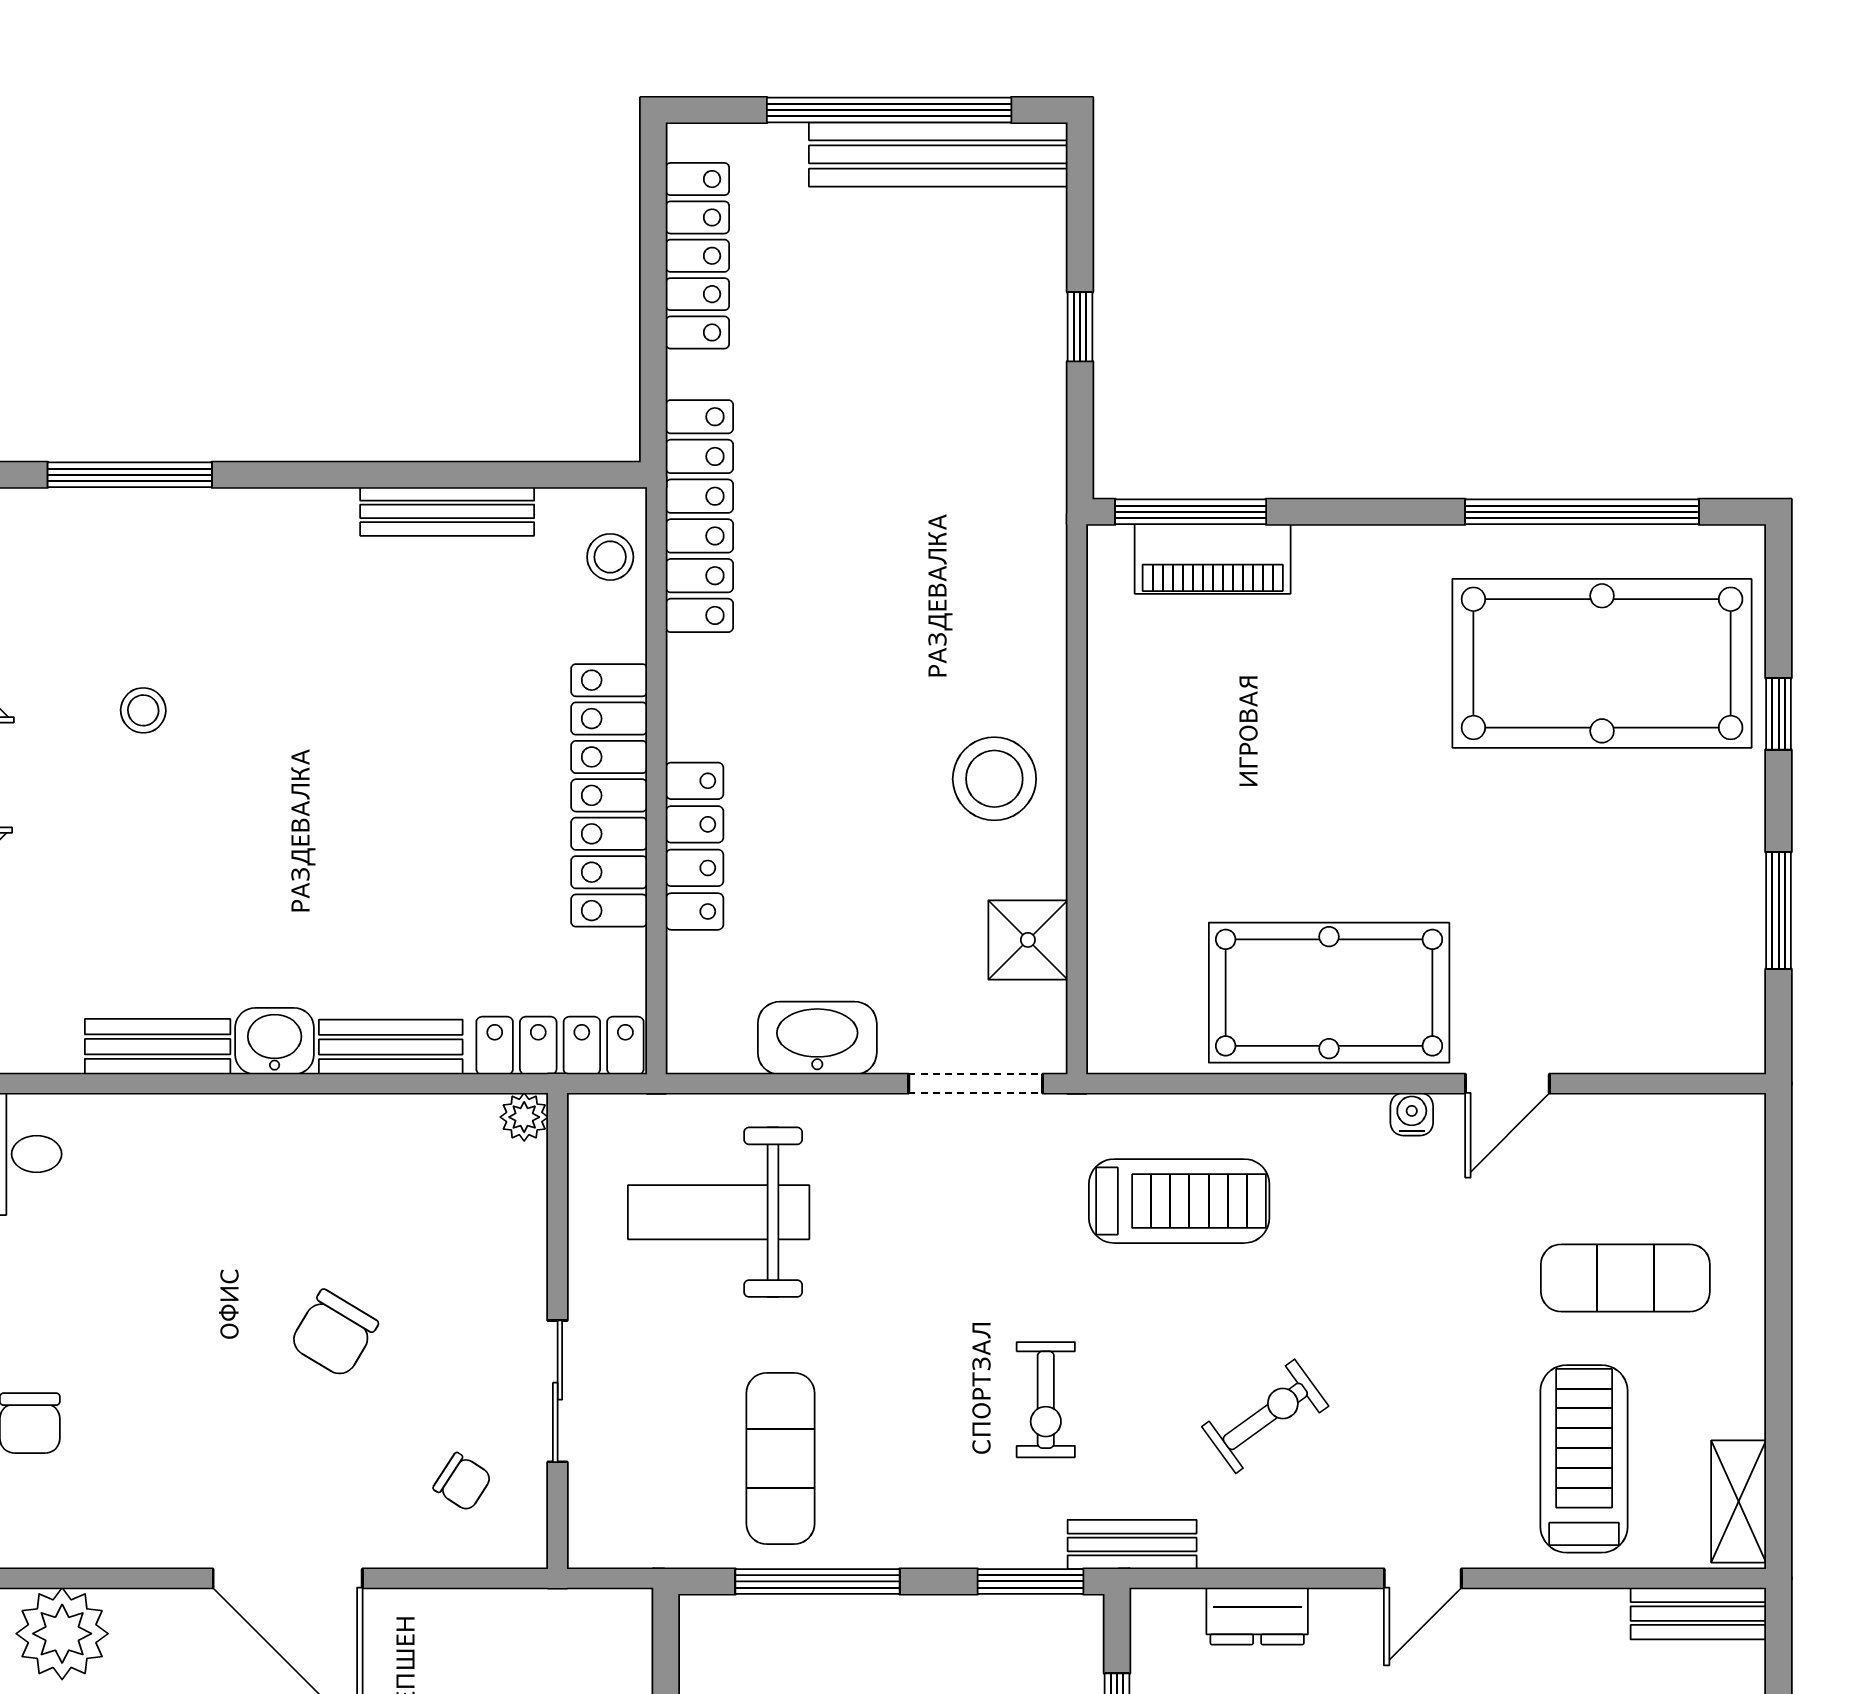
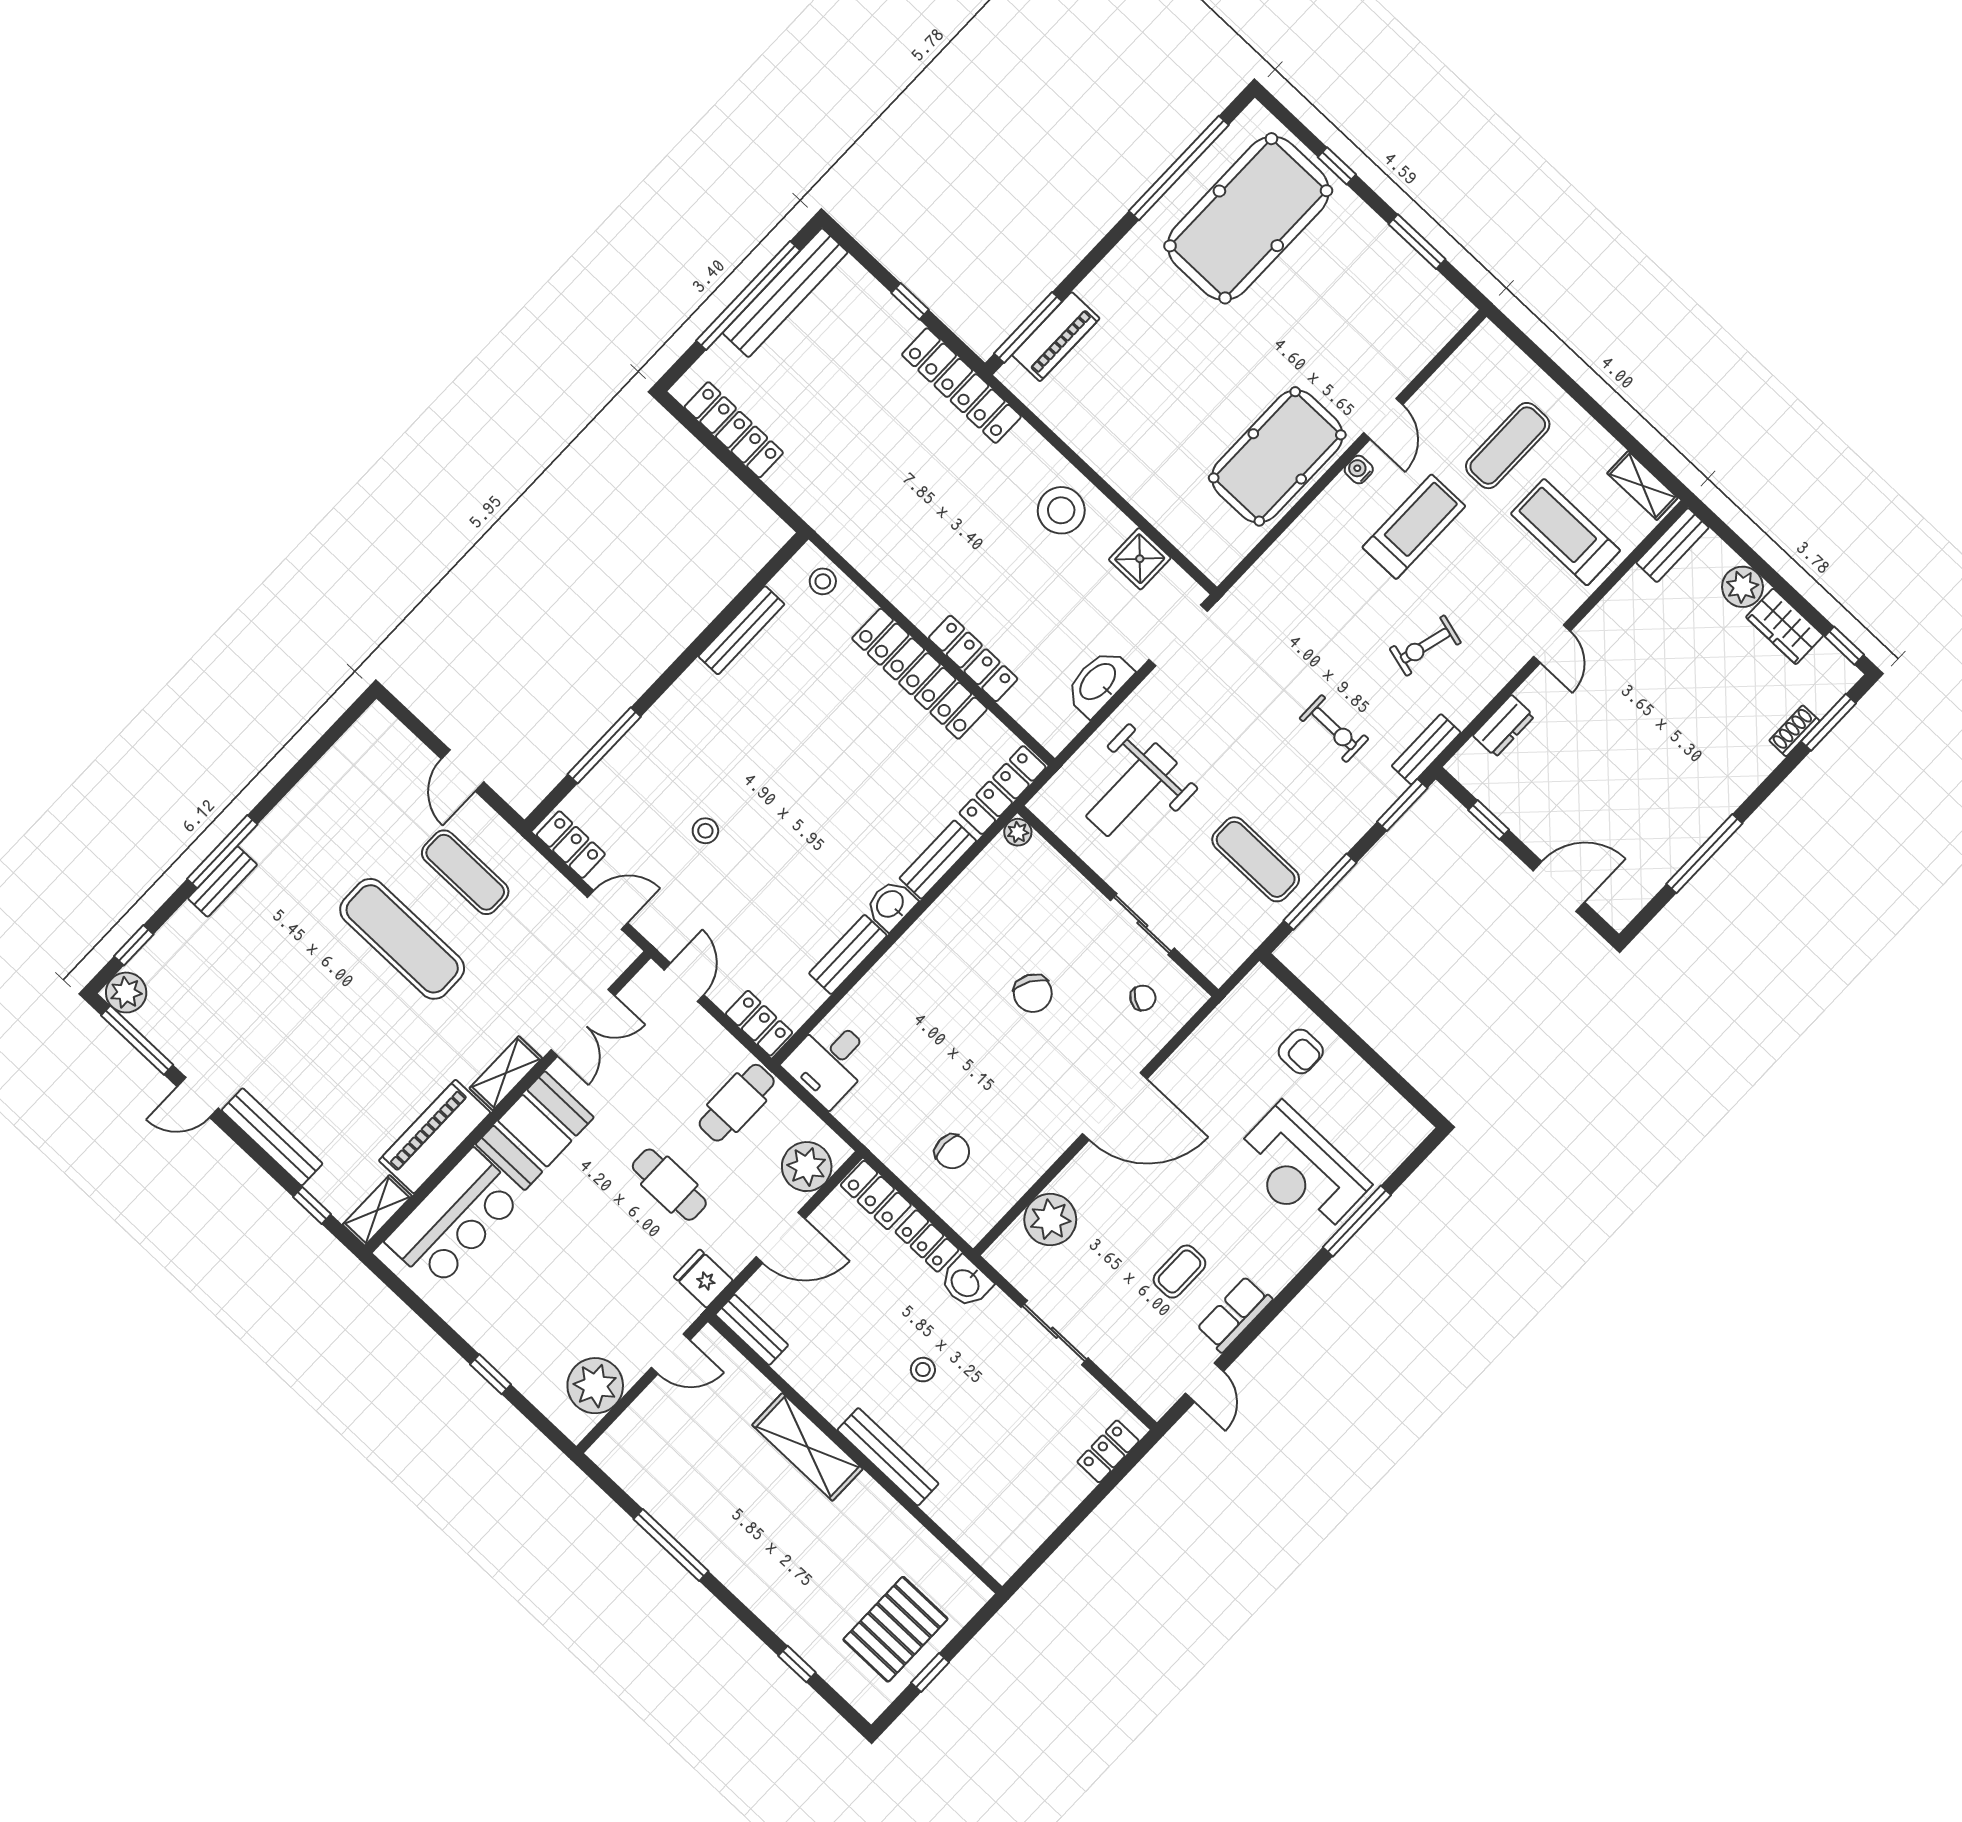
locker: (699, 516) -> (961, 386), moved, turned 180
treadmill: (1179, 1201) -> (1414, 527), moved
exercise bike: (1265, 1416) -> (1425, 646), turned -129

